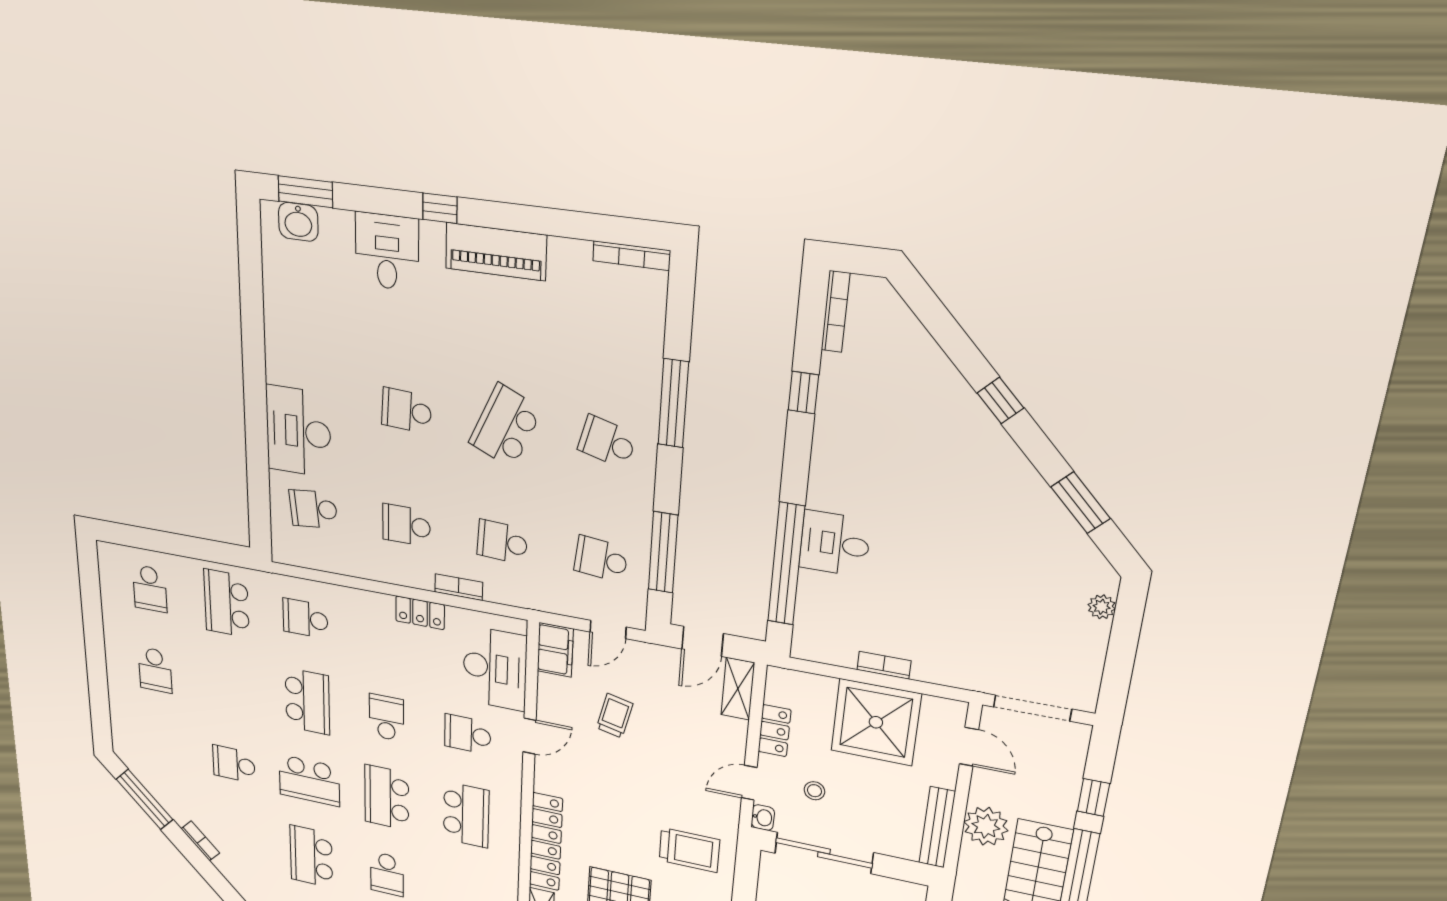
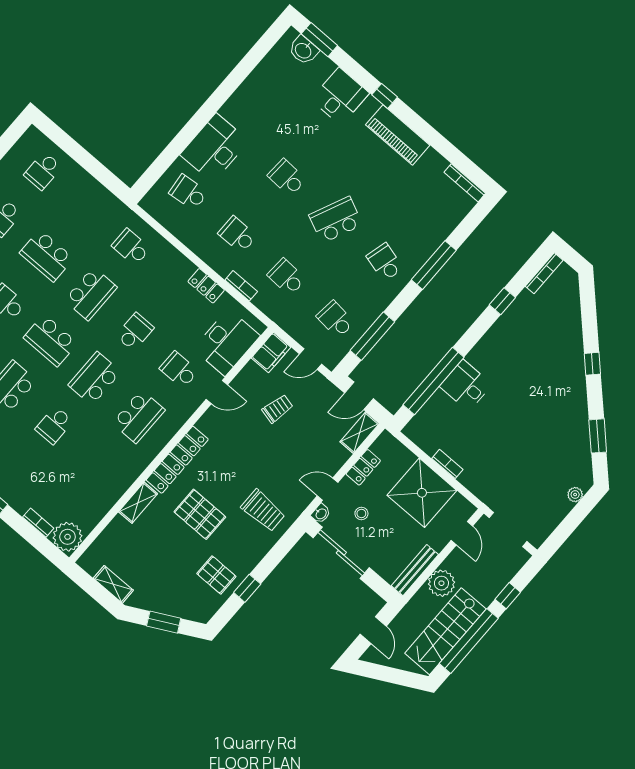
school desk: (227, 603) -> (47, 256), moved, turned -90

